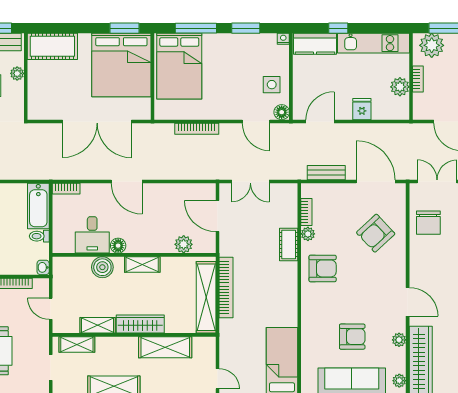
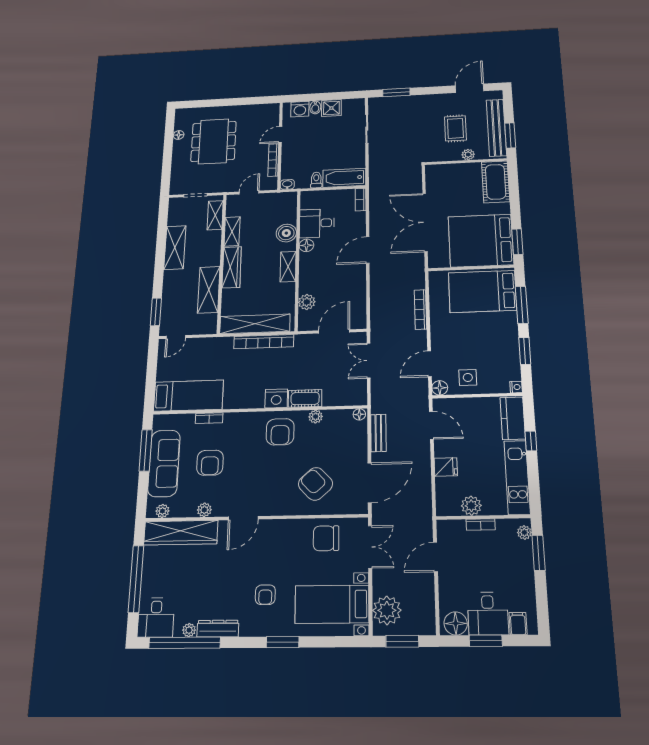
plant: (432, 45) -> (524, 532), width x0.53, depth x0.53
floor lamp: (307, 191) -> (359, 414), added
bookcase: (306, 212) -> (209, 418), moved
nightstand: (288, 273) -> (276, 398), added

